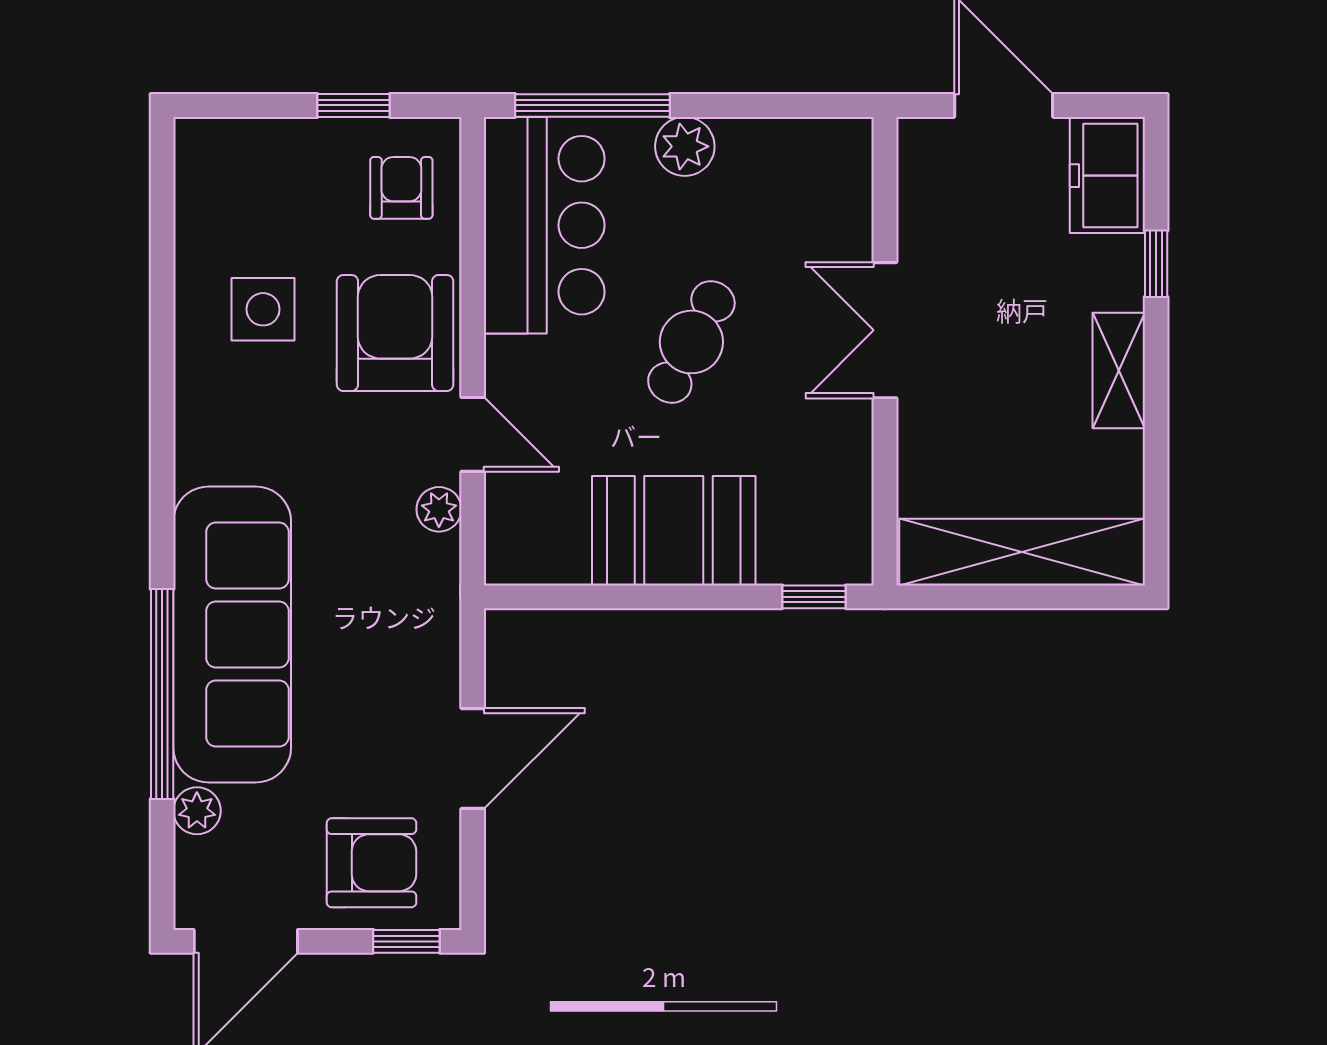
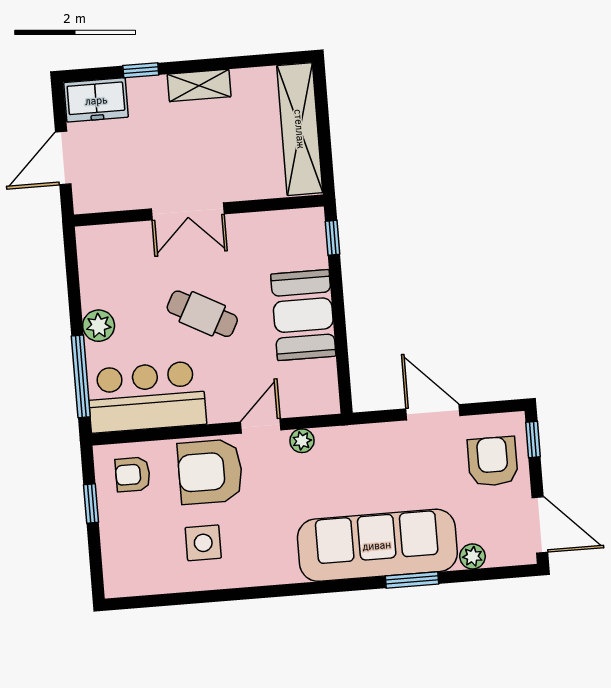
window: (162, 694) -> (412, 580), width x0.47

